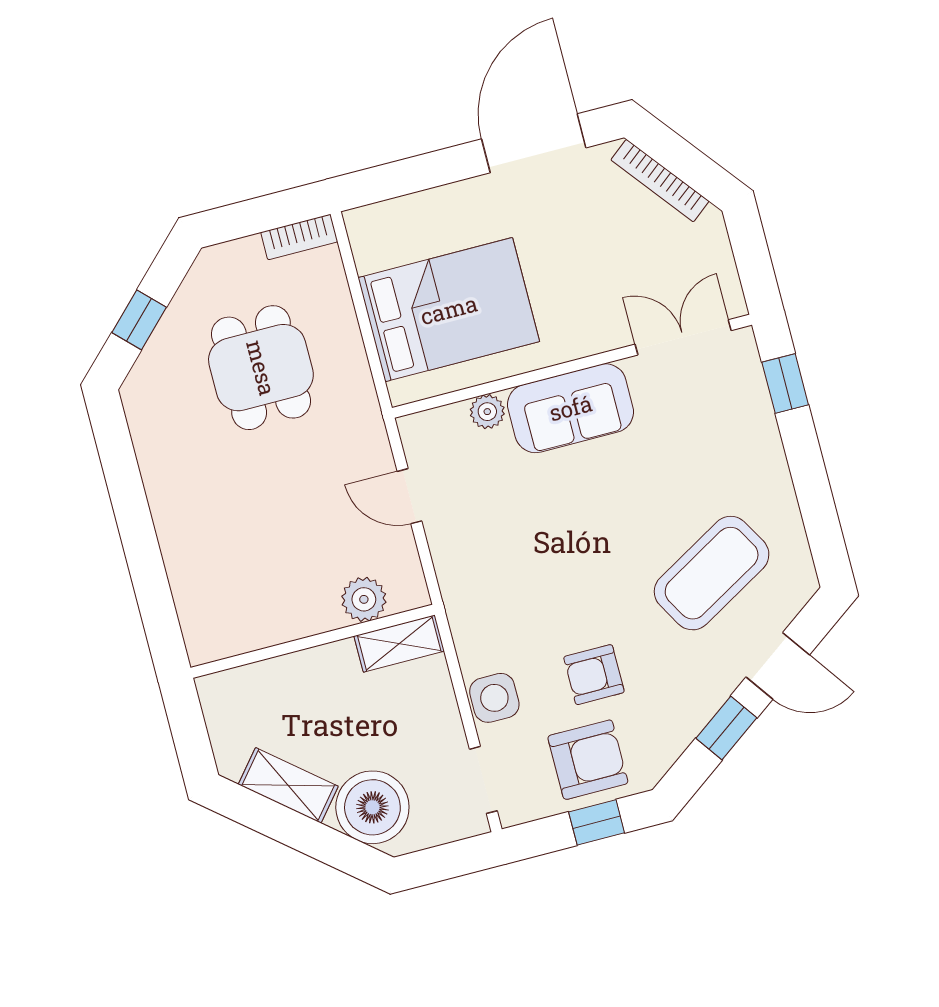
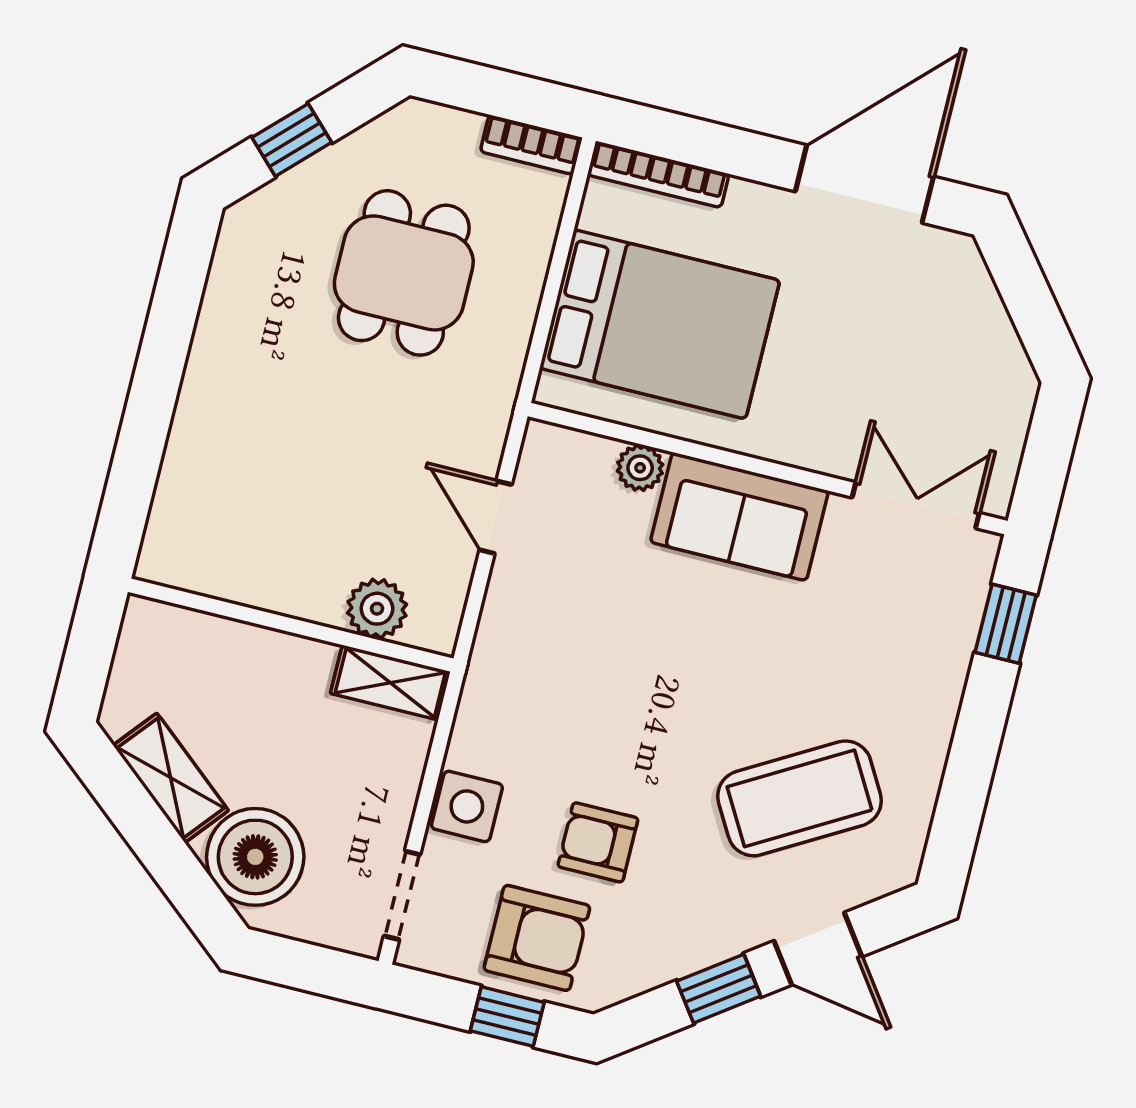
bookcase: (660, 181) -> (658, 174), moved, turned -52

